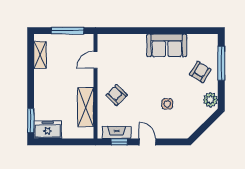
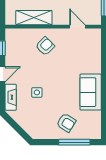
plant: (210, 100) -> (41, 132), removed
fireplace: (117, 133) -> (11, 97), moved

